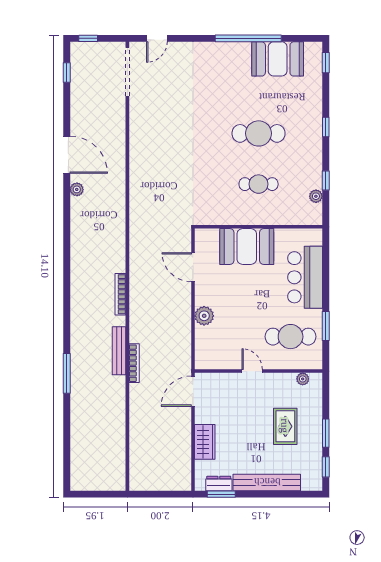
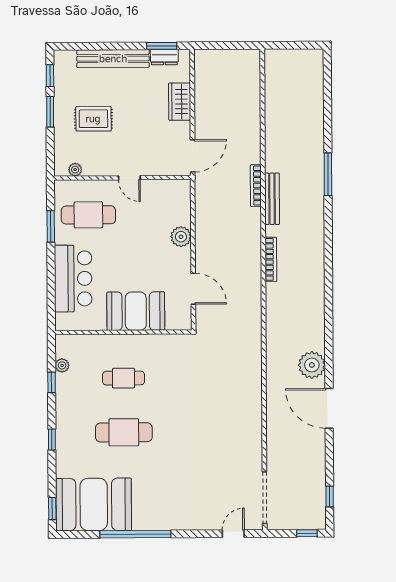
booth: (278, 59) -> (94, 504), width x1.36, depth x1.42
plant: (77, 189) -> (312, 365), width x1.87, depth x1.87
rug: (285, 426) -> (93, 119), turned 90

